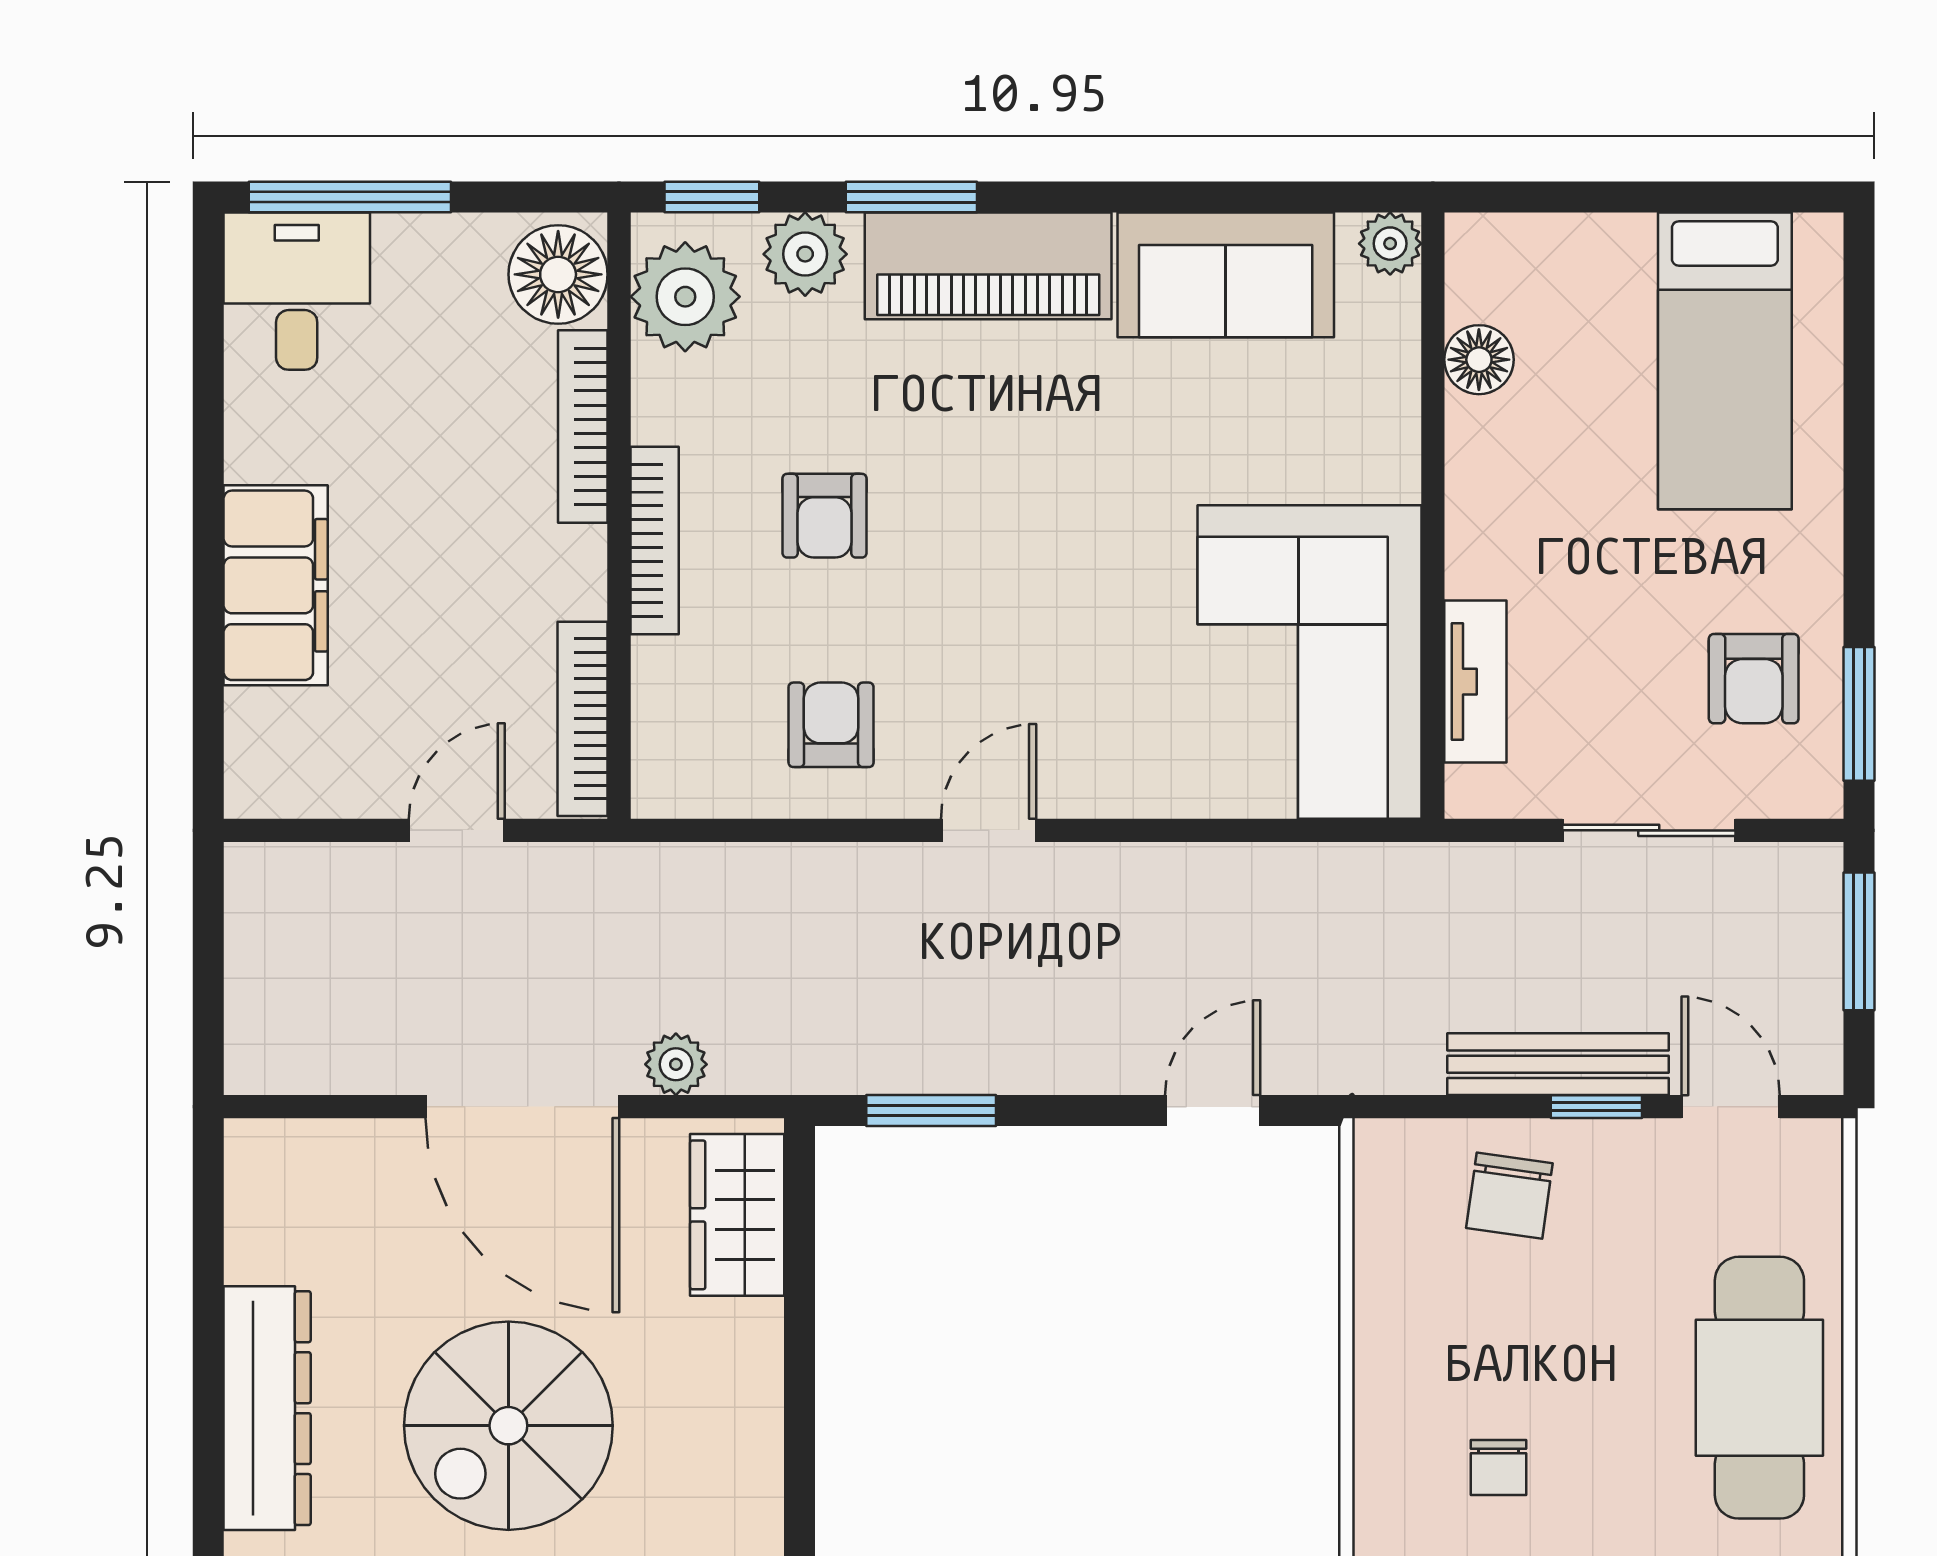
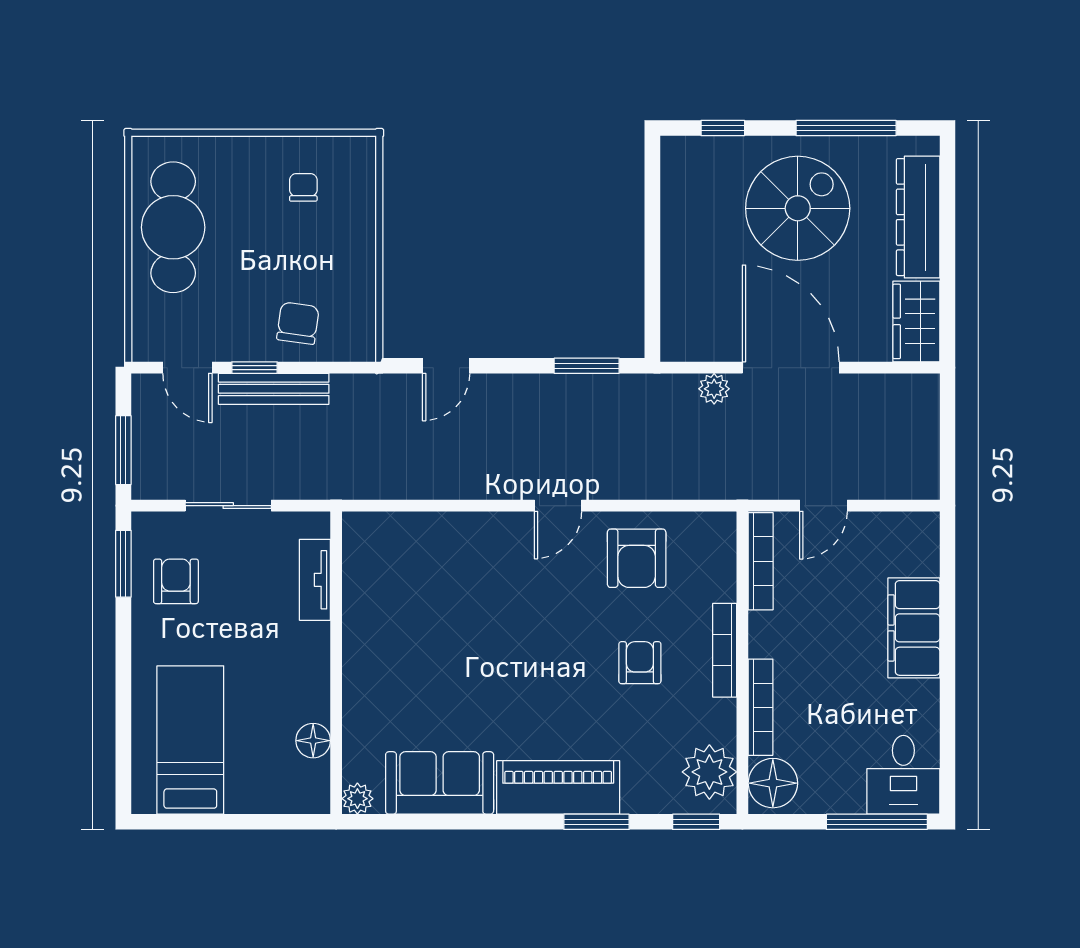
plant: (805, 254) -> (650, 793), removed
corner sofa: (1309, 662) -> (398, 590), removed
armchair: (831, 725) -> (637, 558), width x1.38, depth x1.38
wardrobe: (737, 1215) -> (916, 321), moved, turned 180

